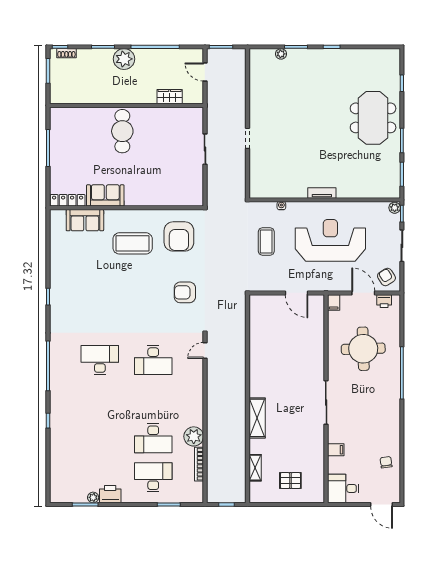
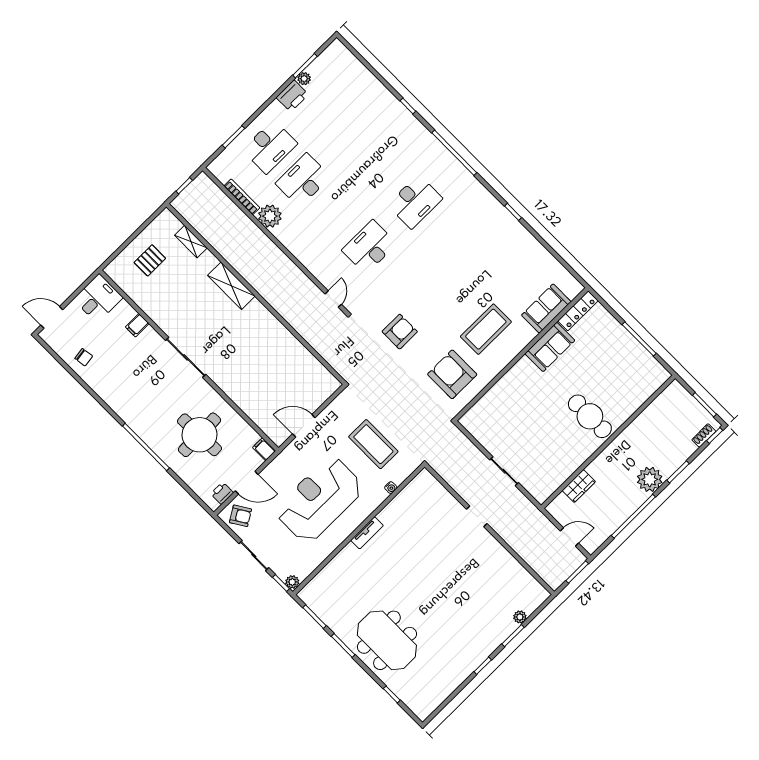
reception desk: (330, 240) -> (319, 500), turned 180
coffee table: (266, 241) -> (373, 444), width x1.36, depth x1.32

